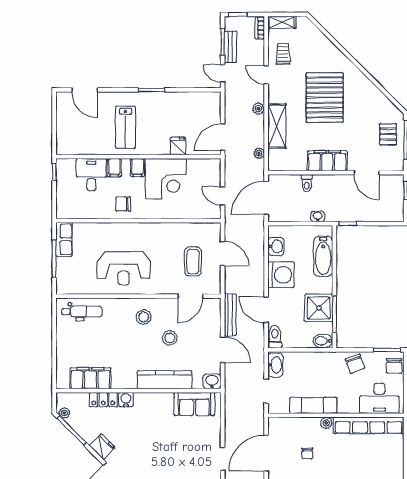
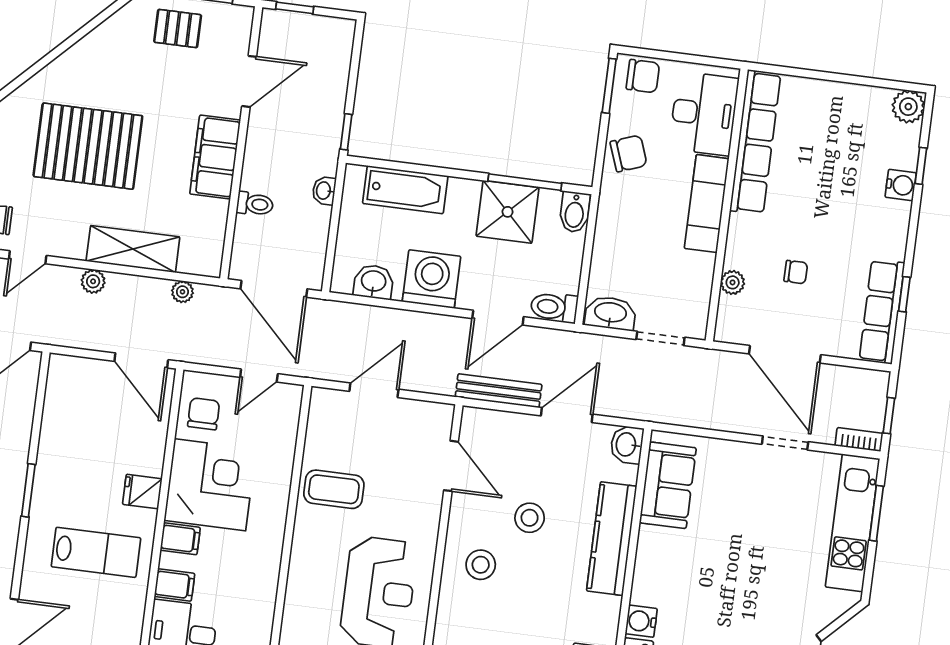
fridge: (178, 146) -> (142, 492), moved
chair: (123, 204) -> (204, 414), moved, turned 180
coffee table: (193, 261) -> (334, 489), moved
exam couch: (313, 405) -> (707, 204), moved
plant: (326, 423) -> (733, 282), moved

